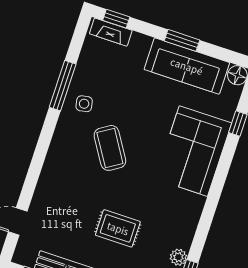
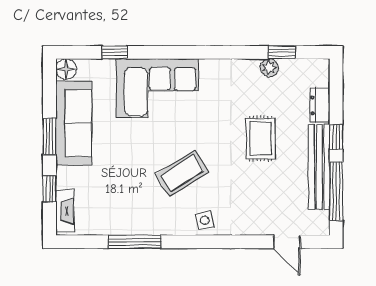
window: (116, 19) -> (49, 189), moved
side table: (84, 104) -> (205, 220), moved

